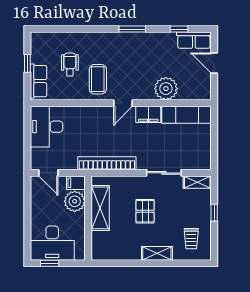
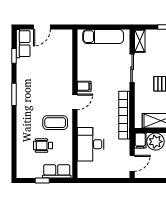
plant: (166, 89) -> (63, 67), removed
door: (123, 103) -> (75, 102), hinge flipped
filing cabinet: (148, 114) -> (84, 86), width x0.50
exam couch: (187, 115) -> (103, 37), moved, turned 90
desk: (46, 127) -> (91, 144), moved, turned 90

